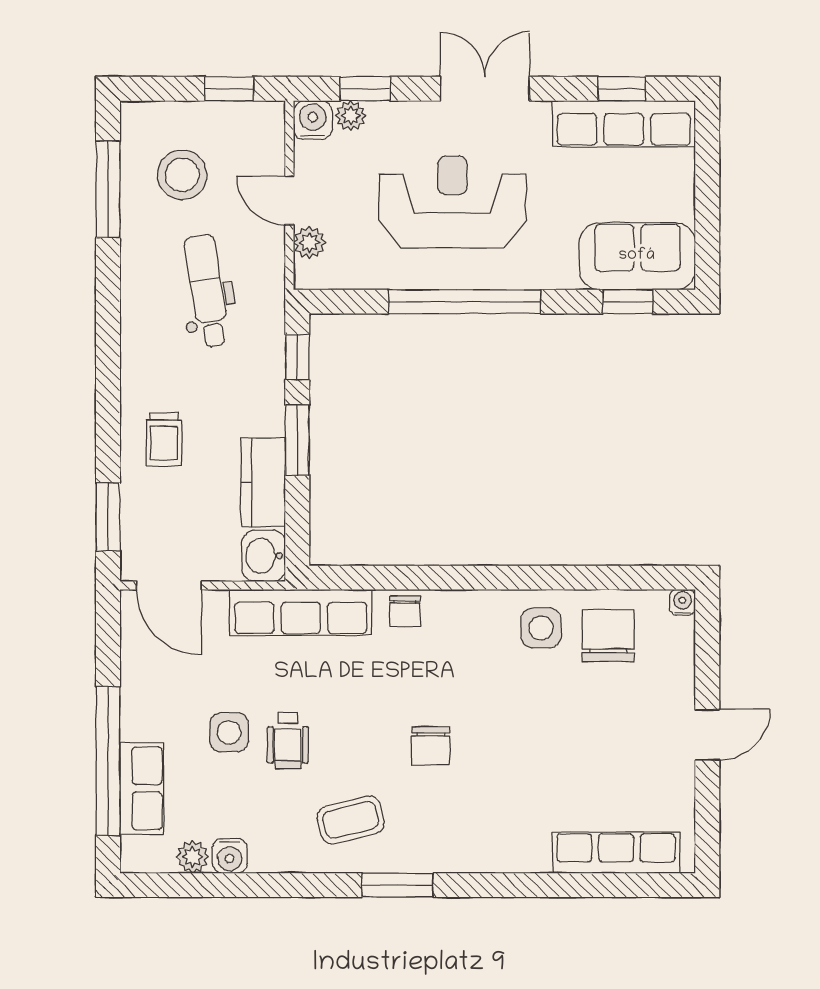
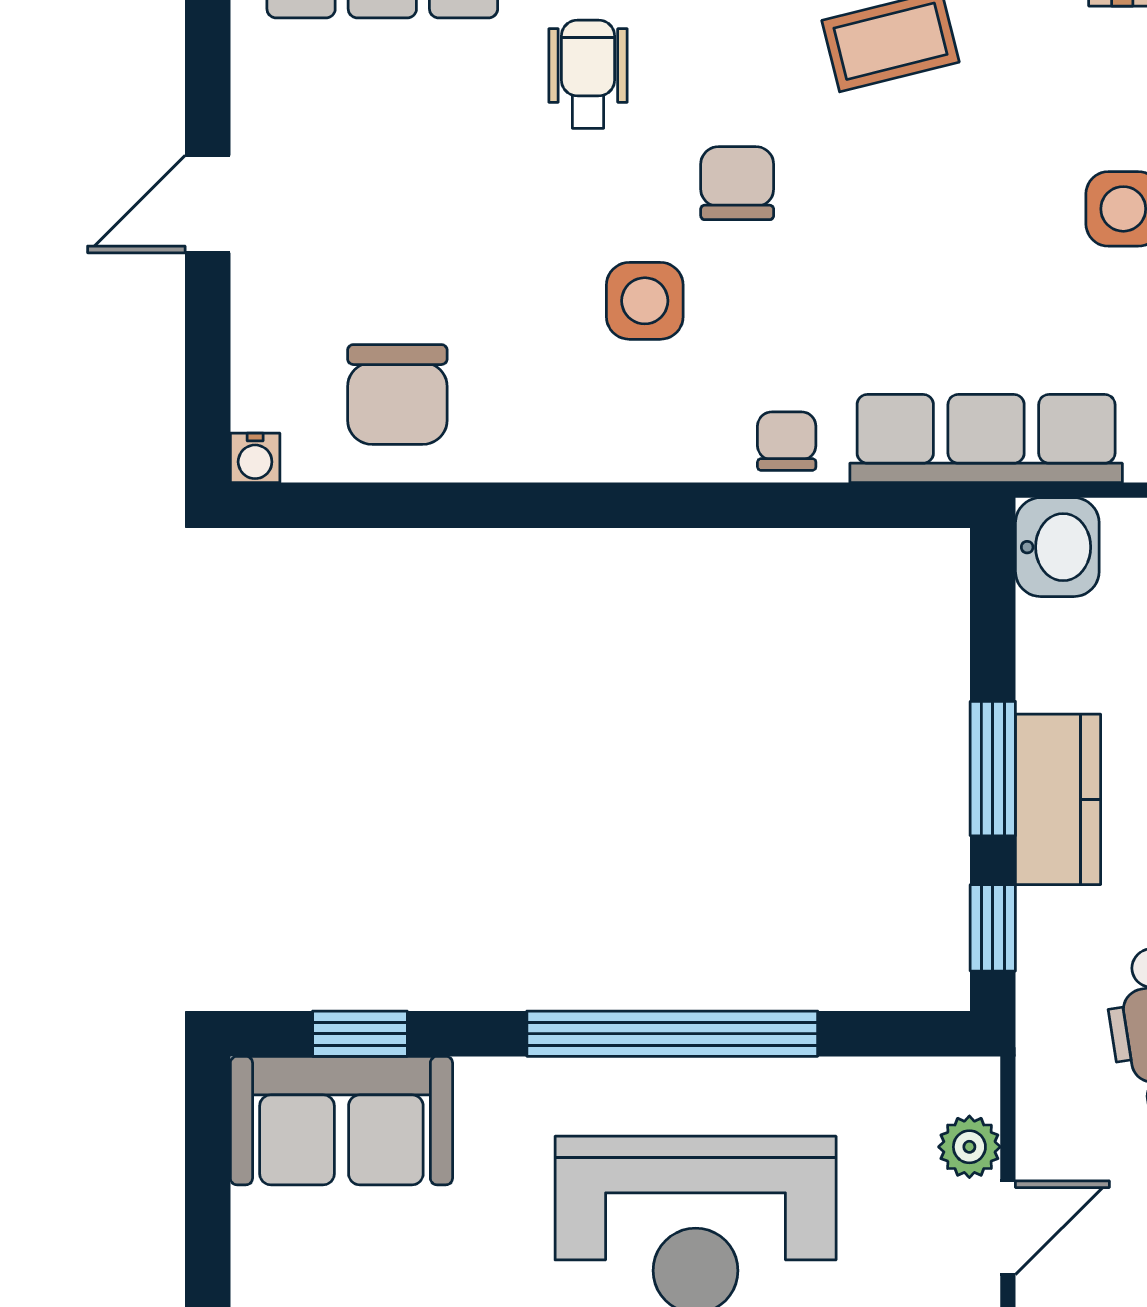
door: (289, 200) -> (1008, 1228), hinge flipped
kitchen counter: (263, 482) -> (1058, 799), moved
side table: (541, 628) -> (645, 301), moved
wheelchair: (288, 740) -> (588, 74), moved

